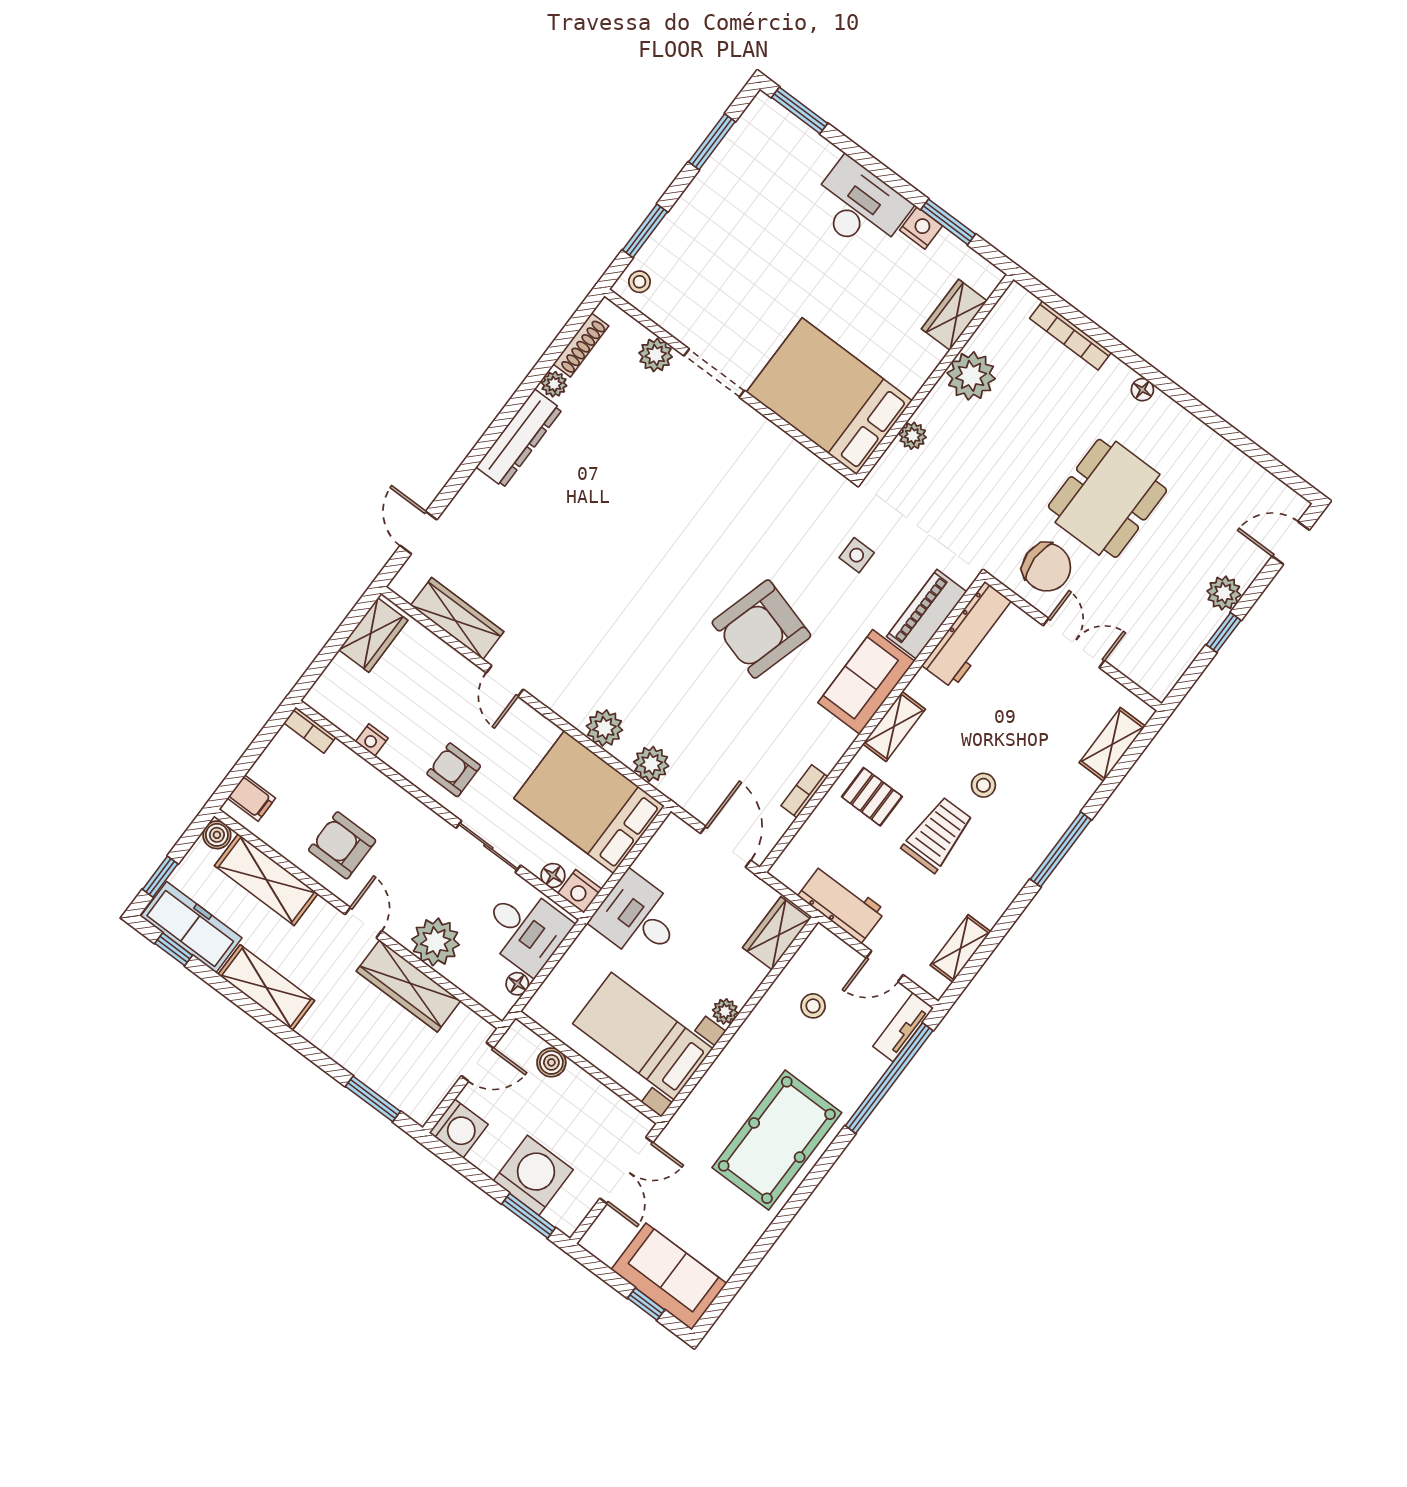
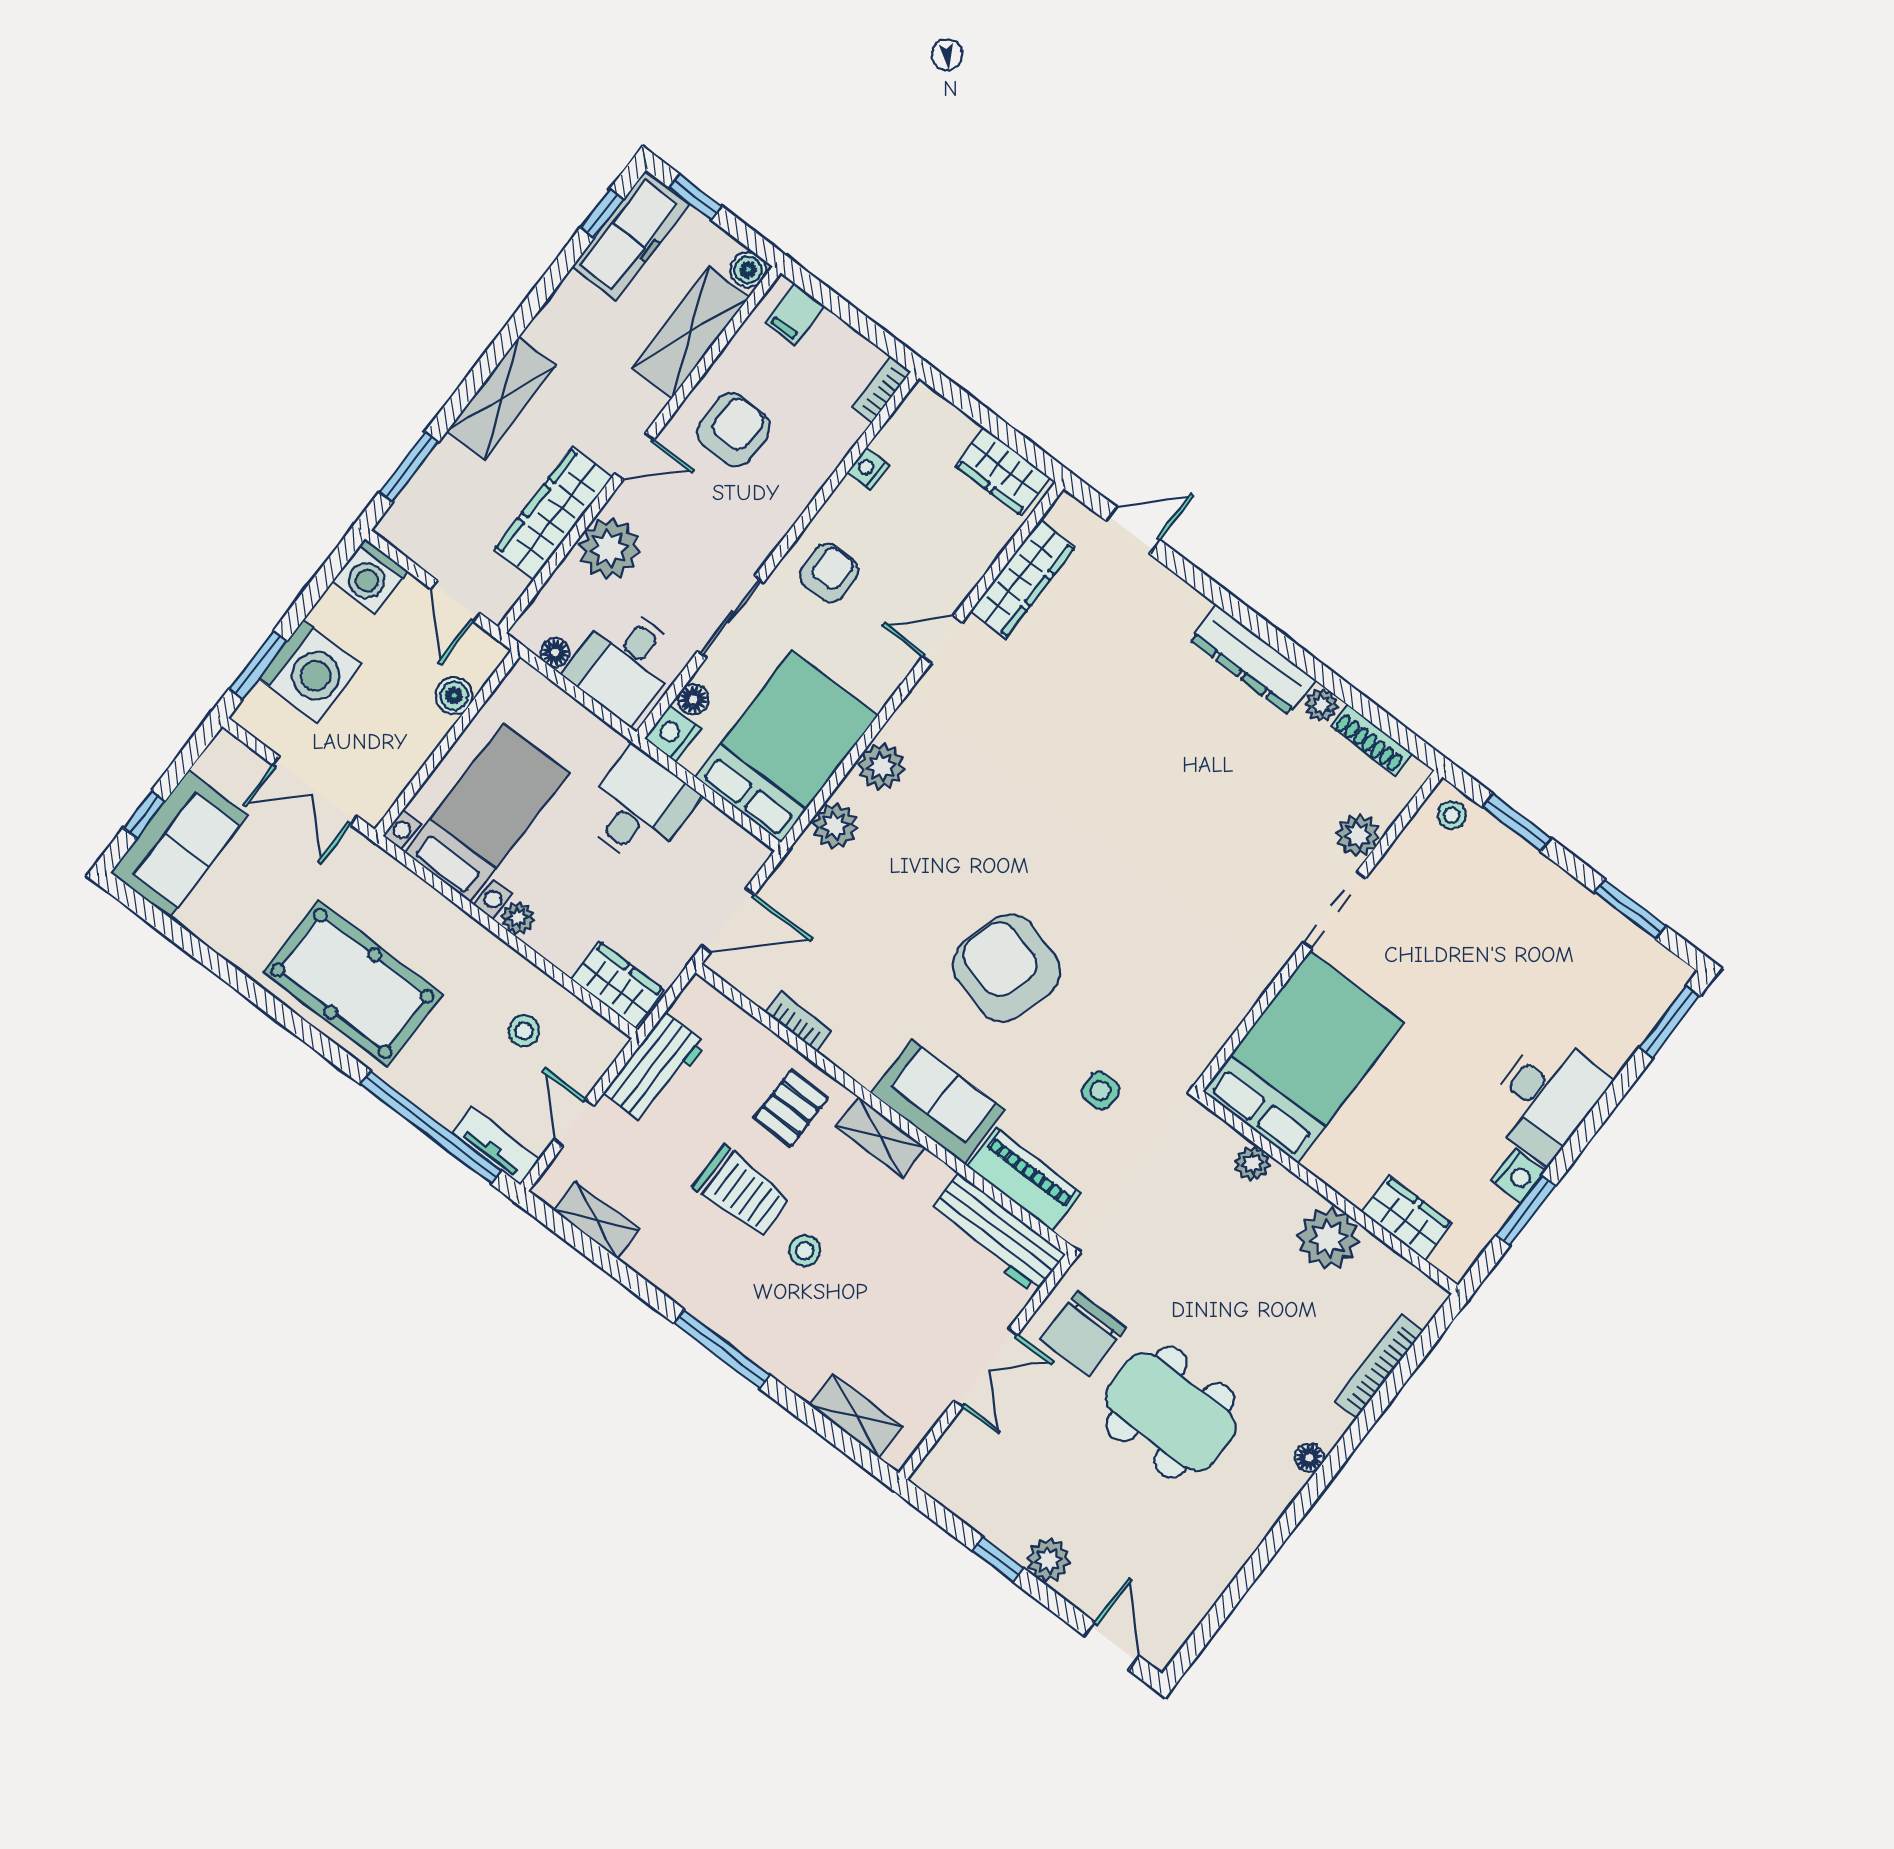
shelving: (266, 988) -> (502, 398), moved

